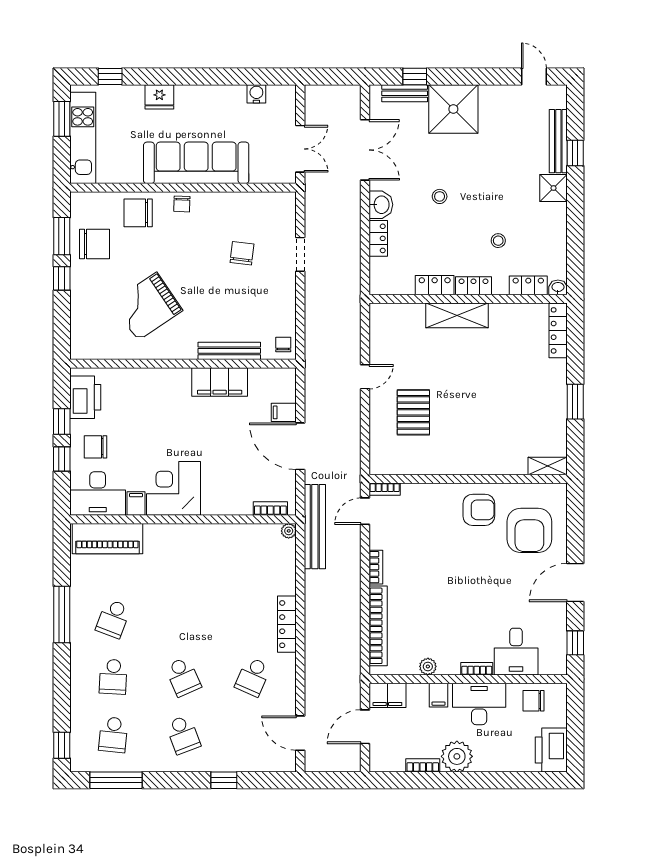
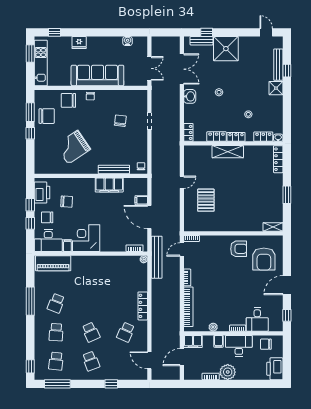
locker: (378, 238) -> (188, 132), moved
chair: (135, 415) -> (67, 202), added

